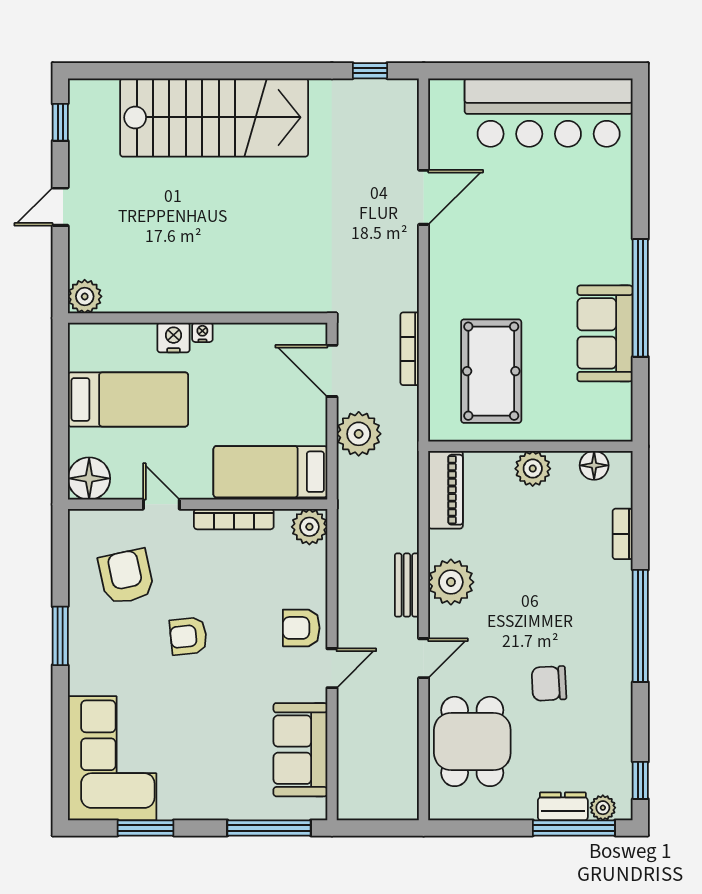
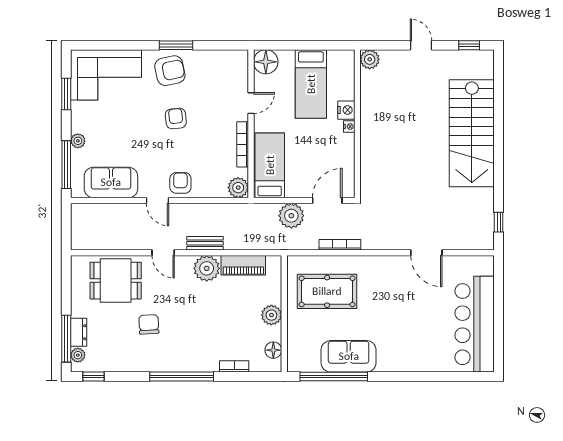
window: (640, 298) -> (334, 377), moved
piano: (446, 490) -> (243, 265), moved
armchair: (126, 577) -> (170, 71), moved
plant: (227, 808) -> (78, 141), added

